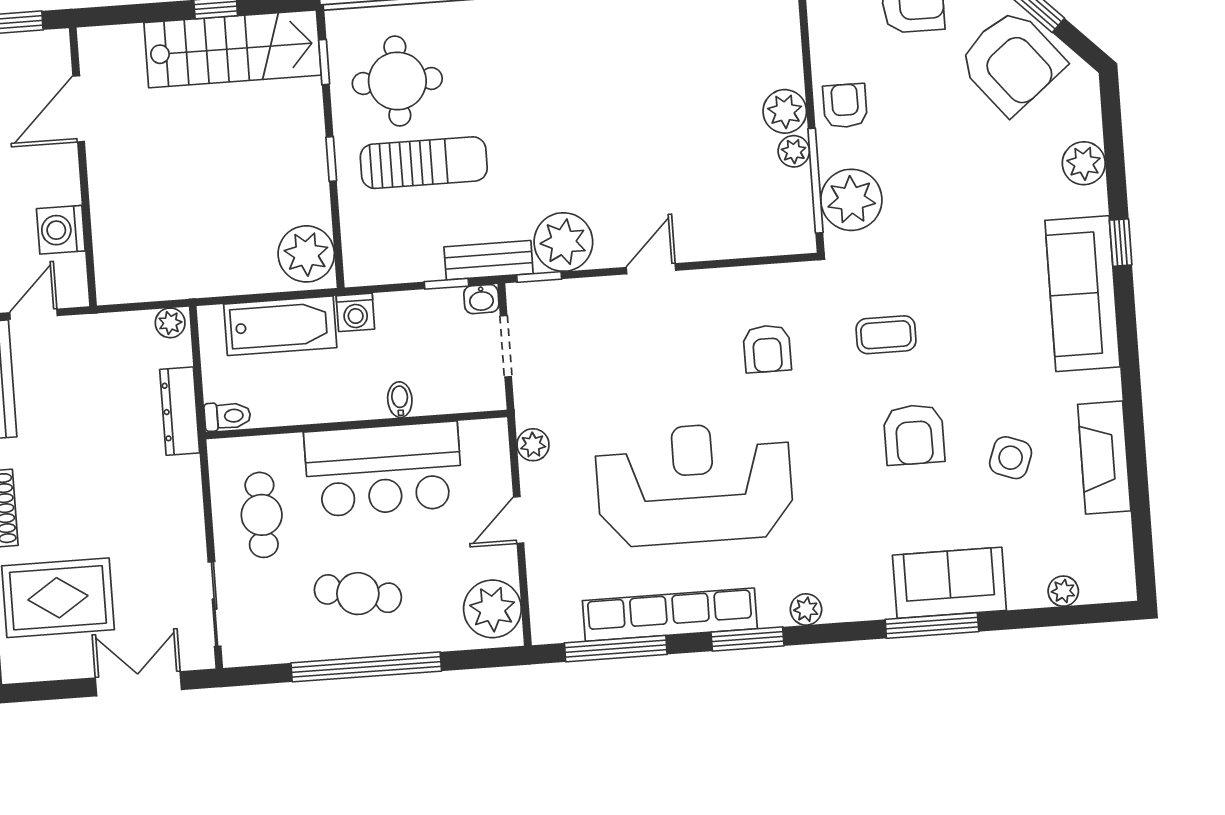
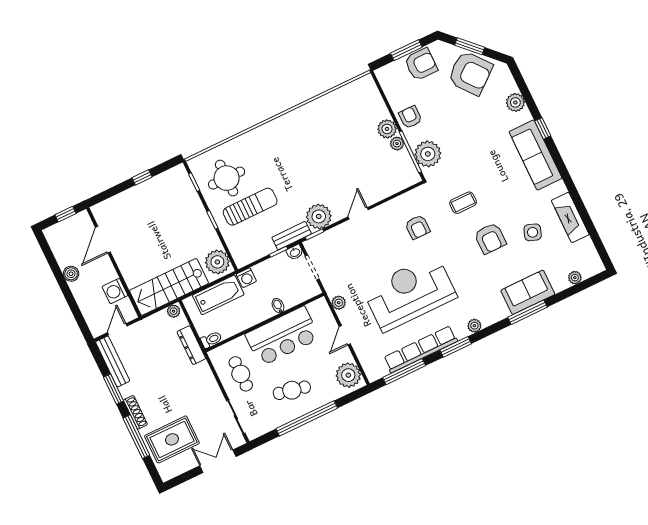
stairs: (233, 49) -> (169, 287), moved, turned 180

